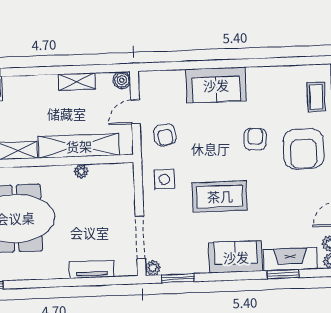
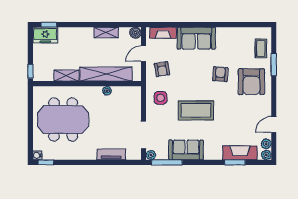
fireplace: (164, 79) -> (163, 33), added
sofa: (236, 257) -> (186, 150), moved
window: (178, 278) -> (167, 162), width x1.44

